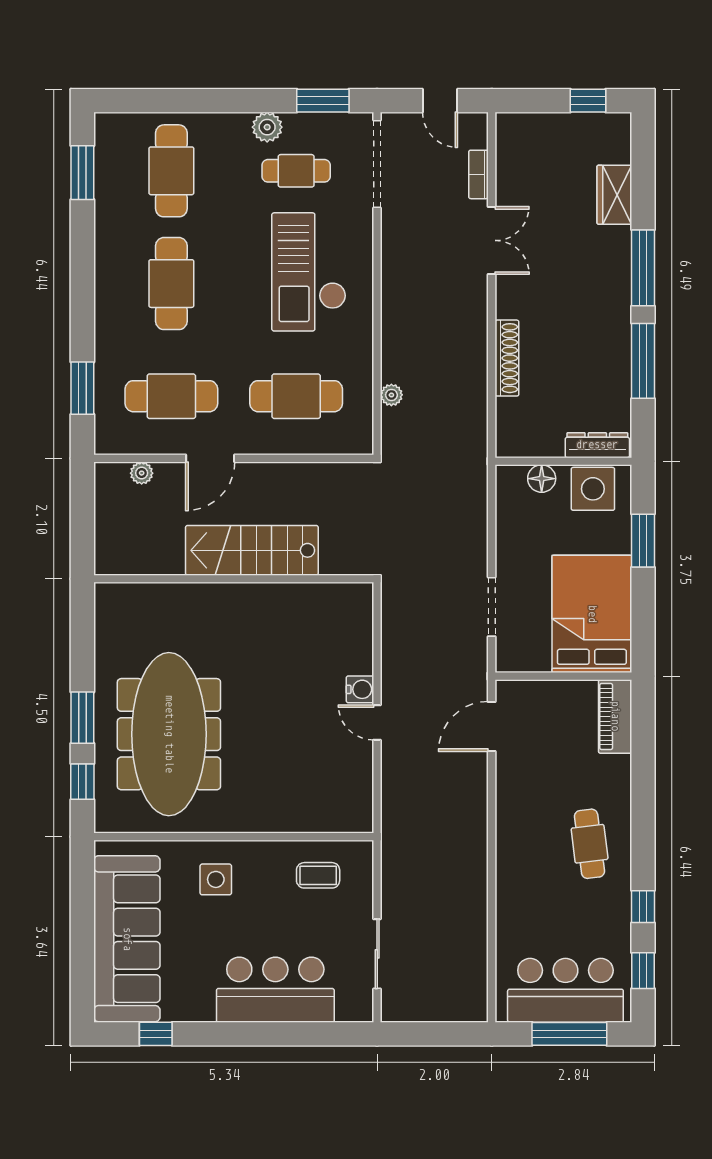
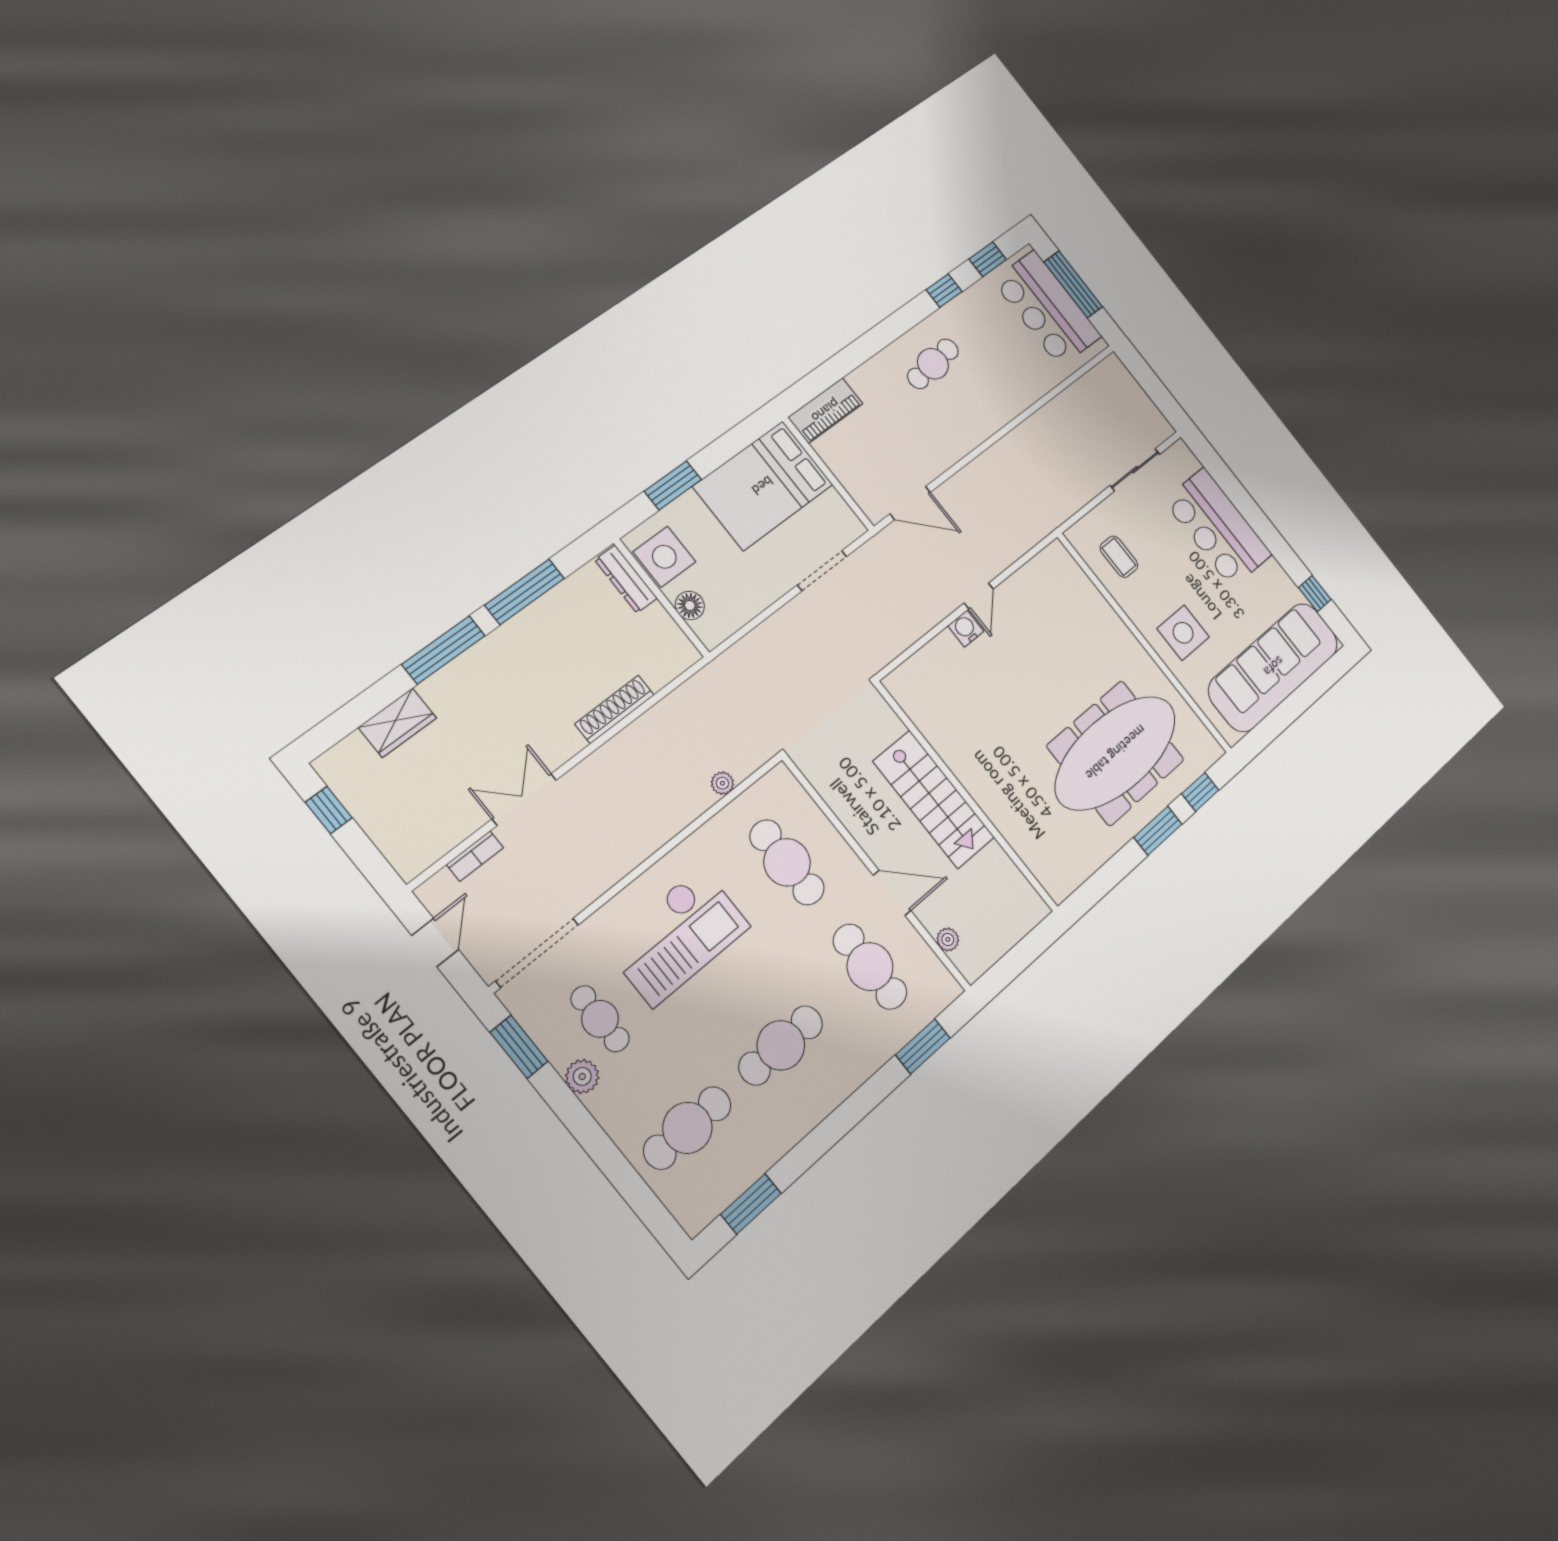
side table: (216, 879) -> (1183, 633), width x1.37, depth x1.37

